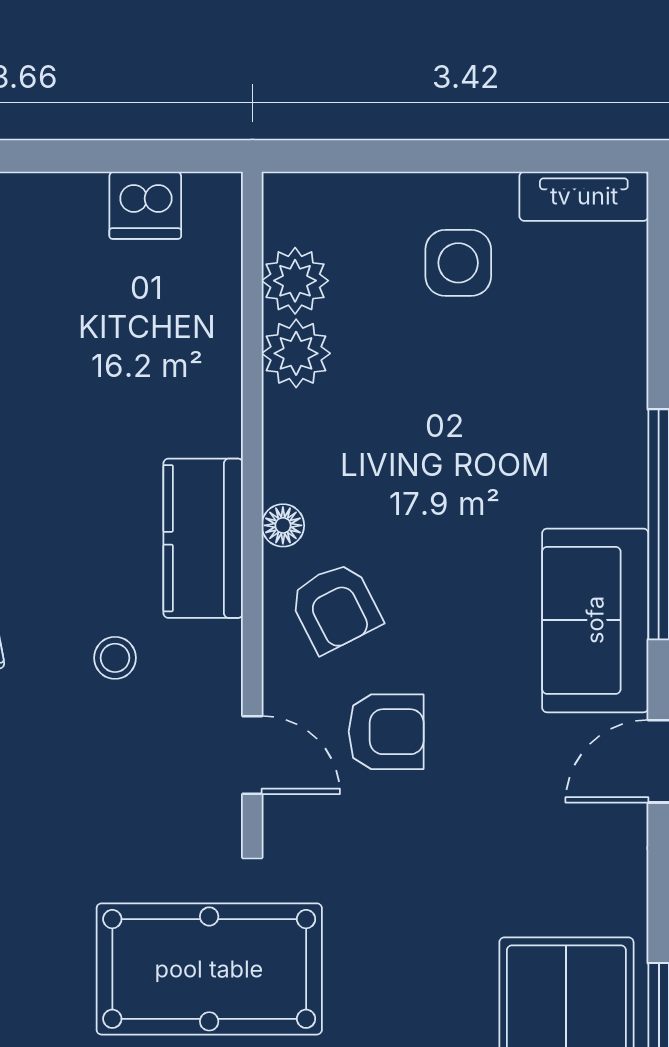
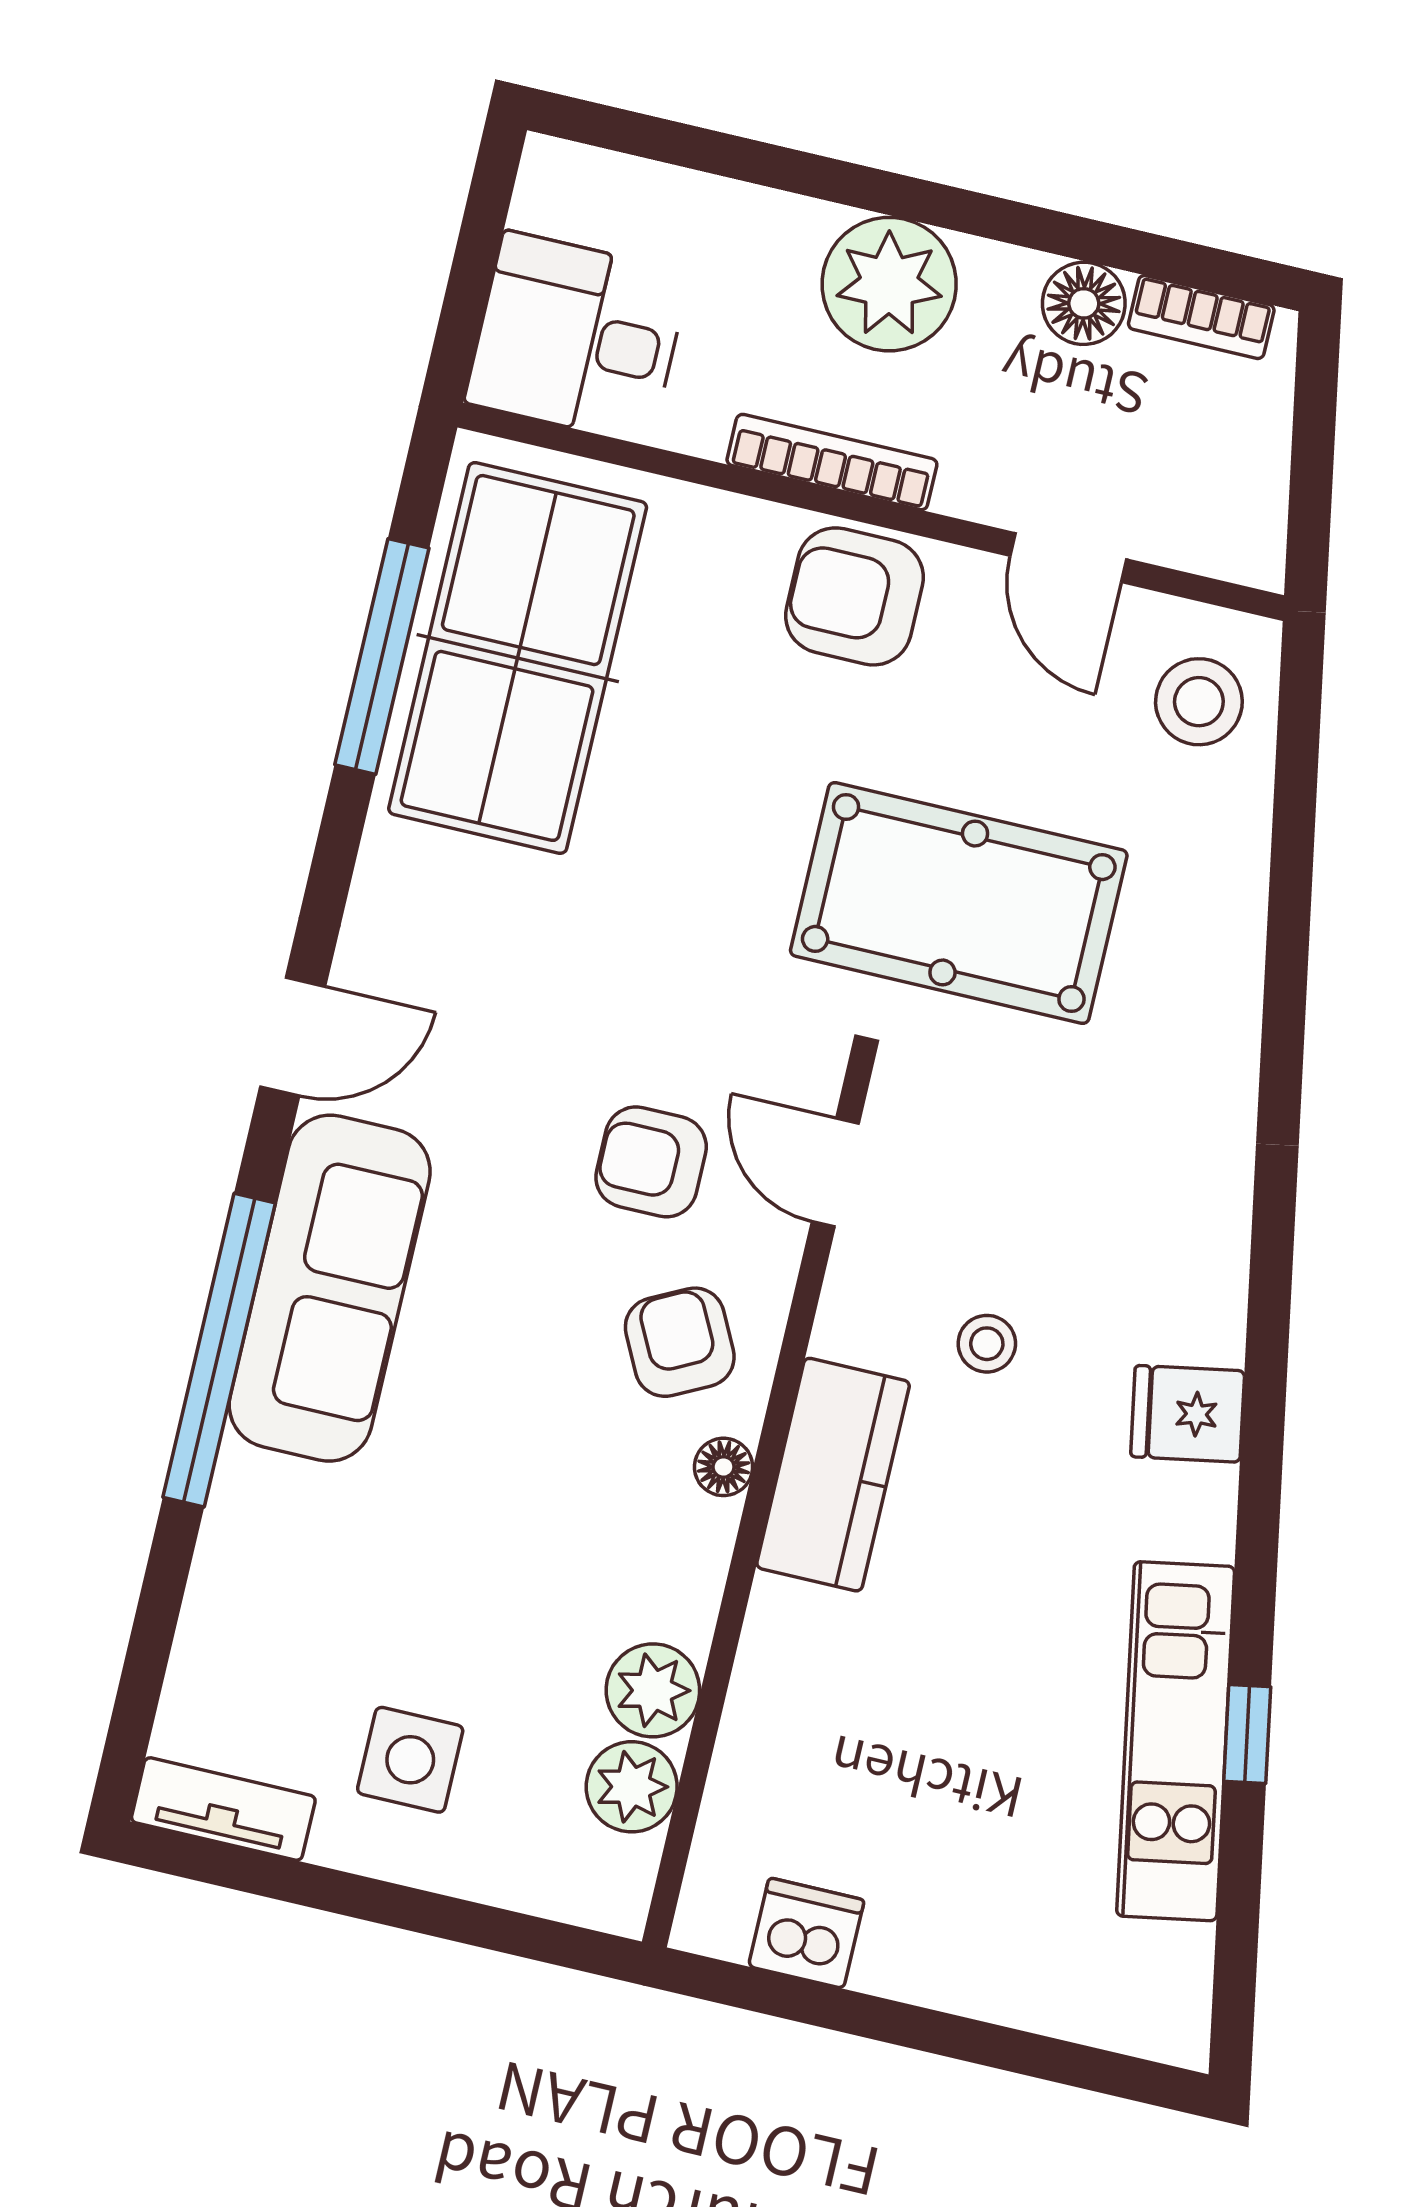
sofa: (595, 620) -> (330, 1288), width x1.36

